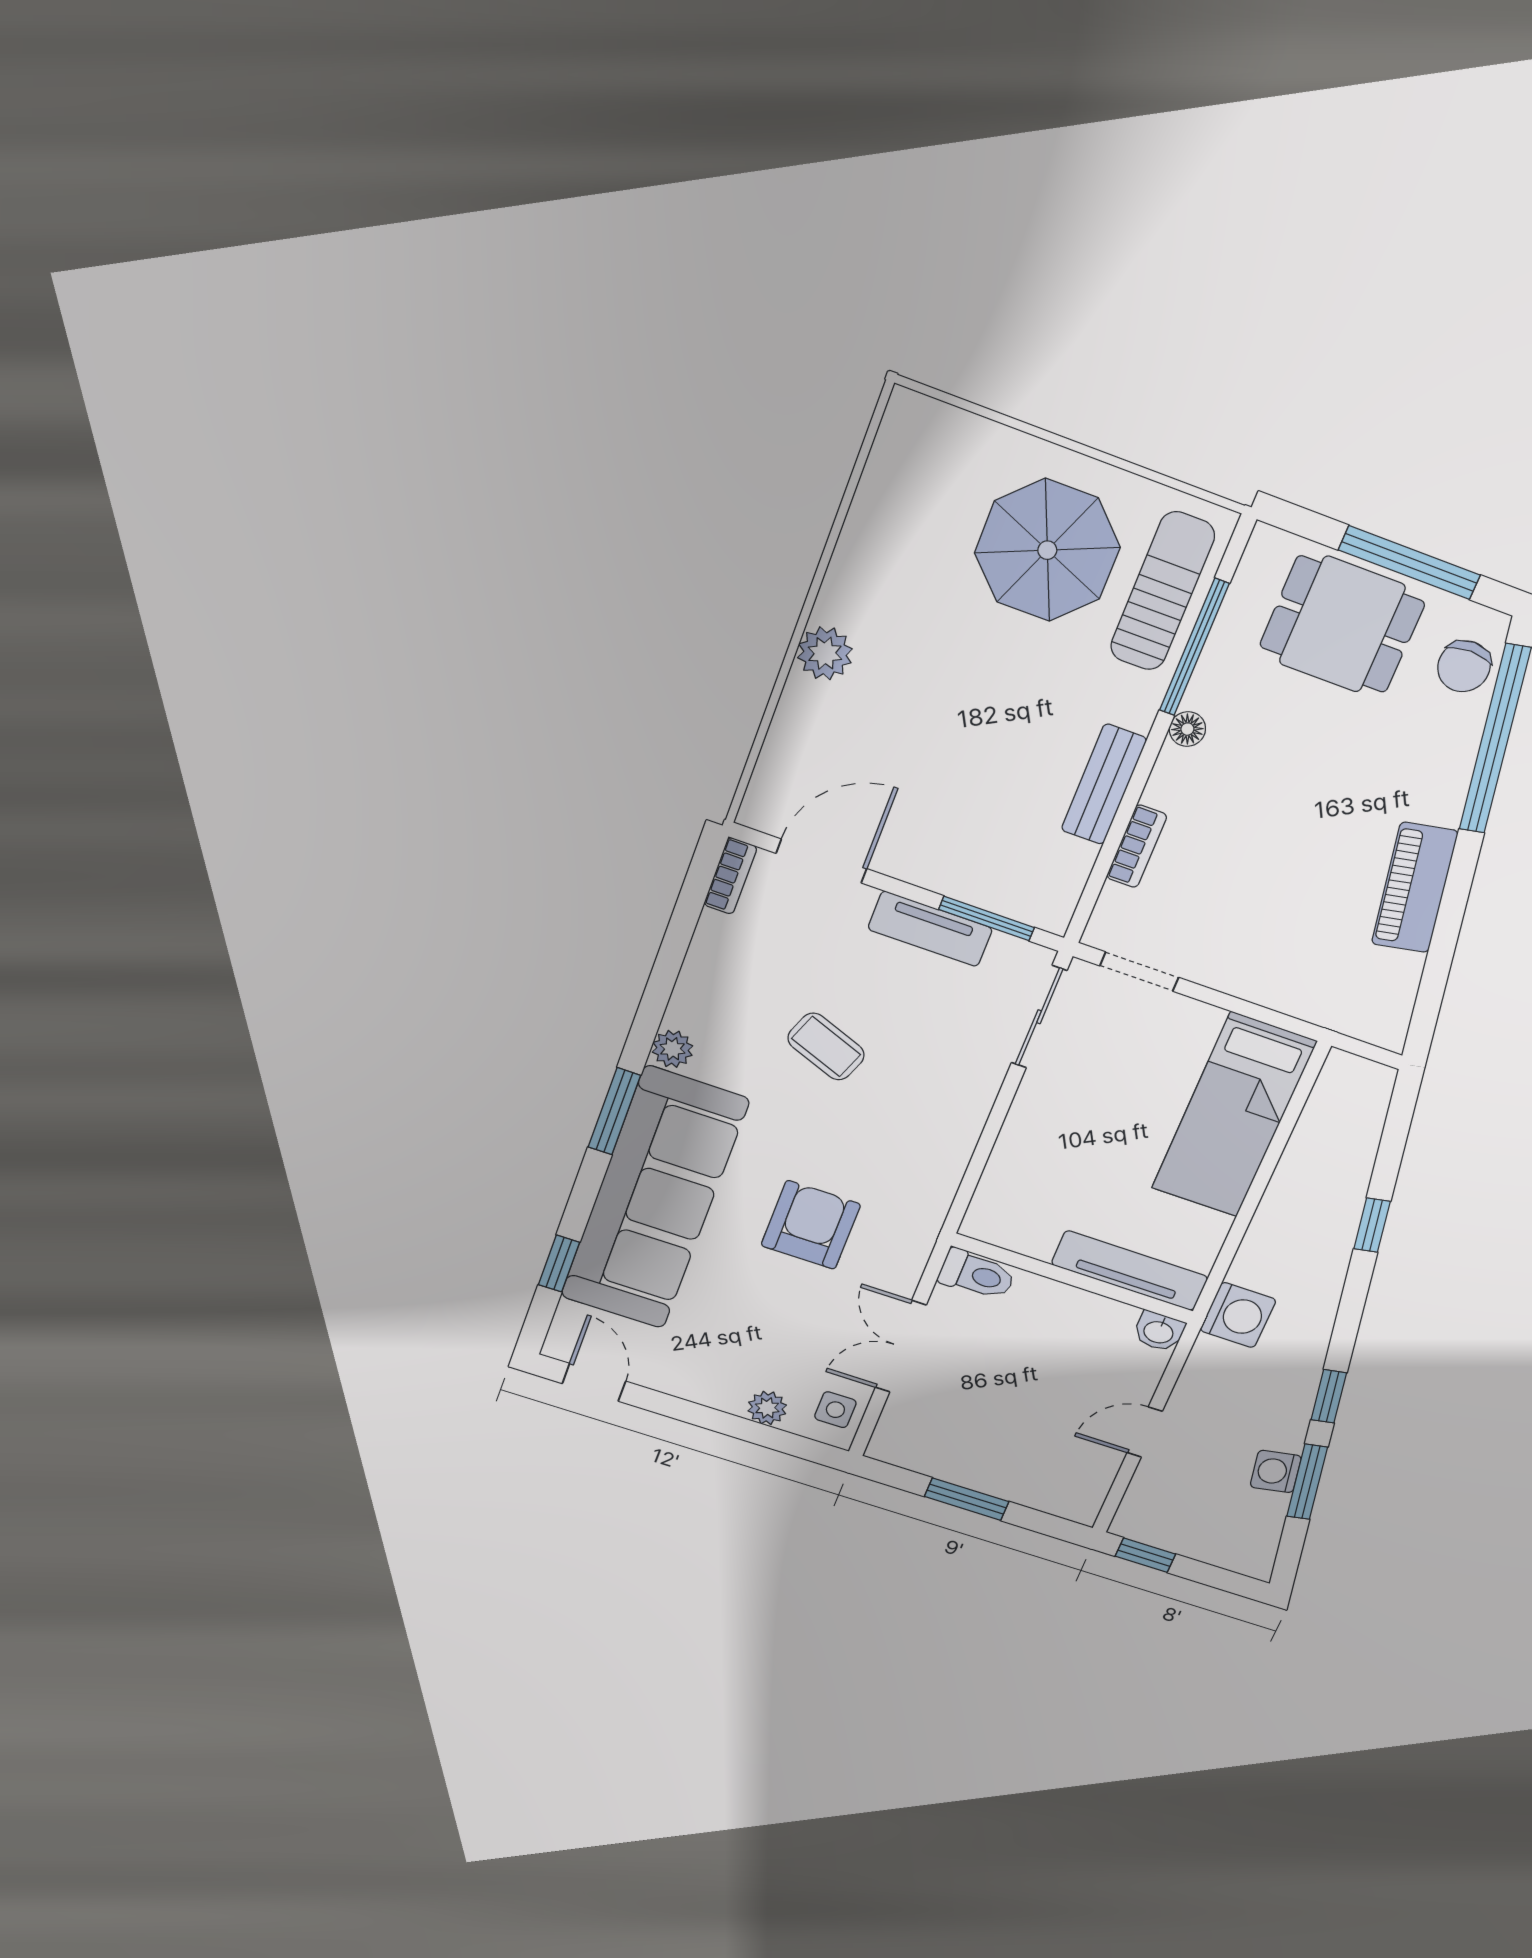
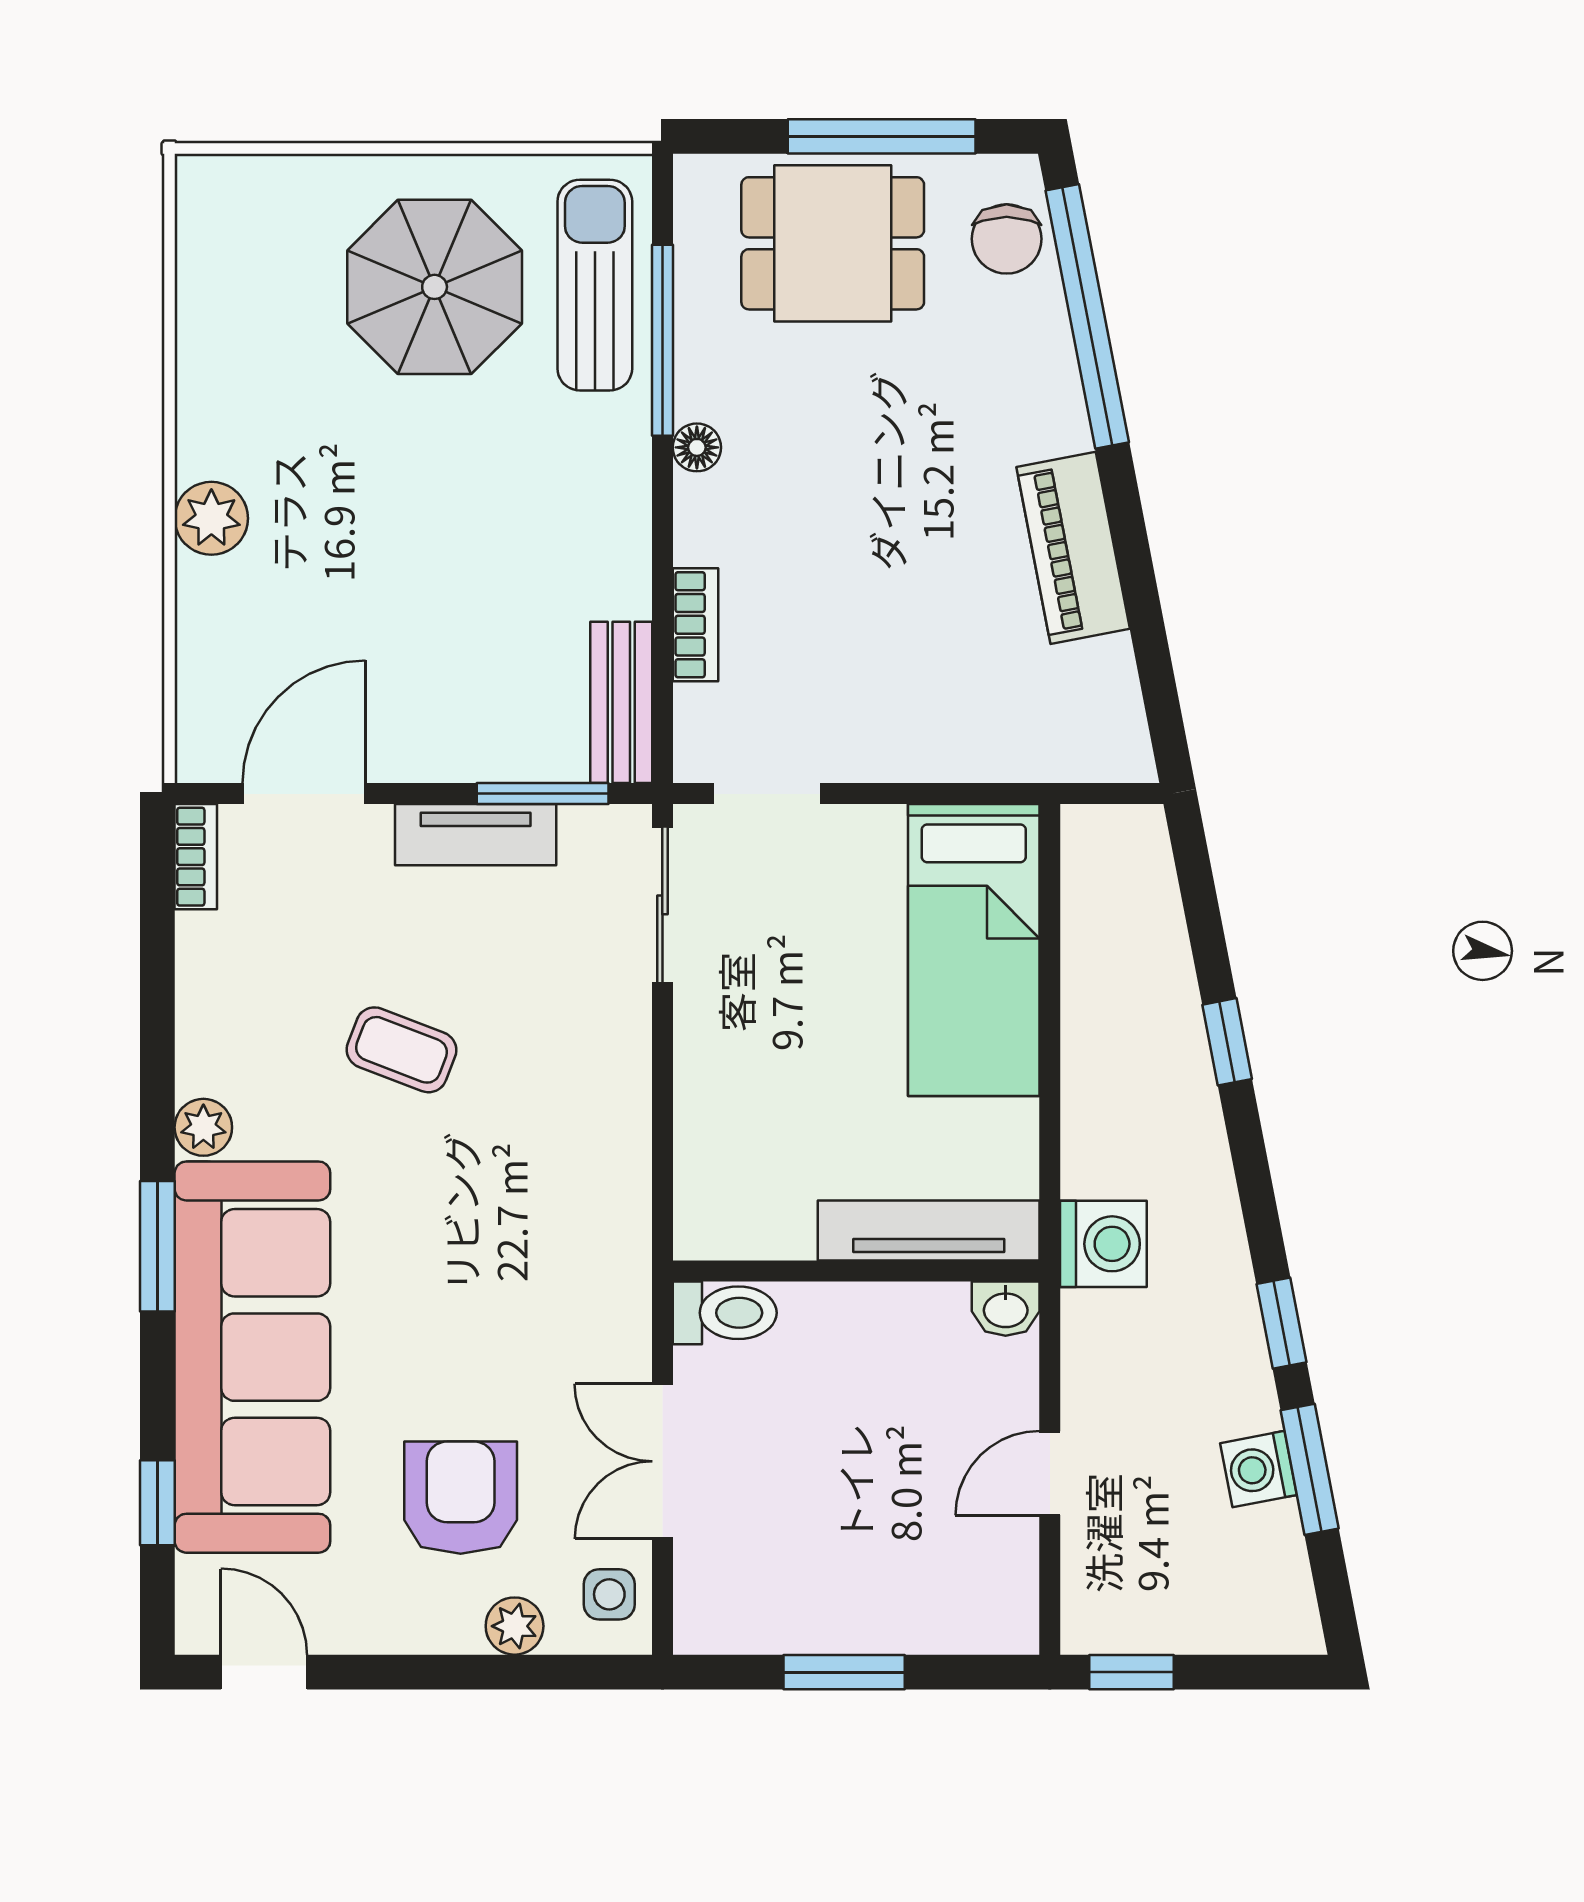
bench: (1104, 784) -> (621, 702), moved
armchair: (811, 1225) -> (461, 1498), moved

